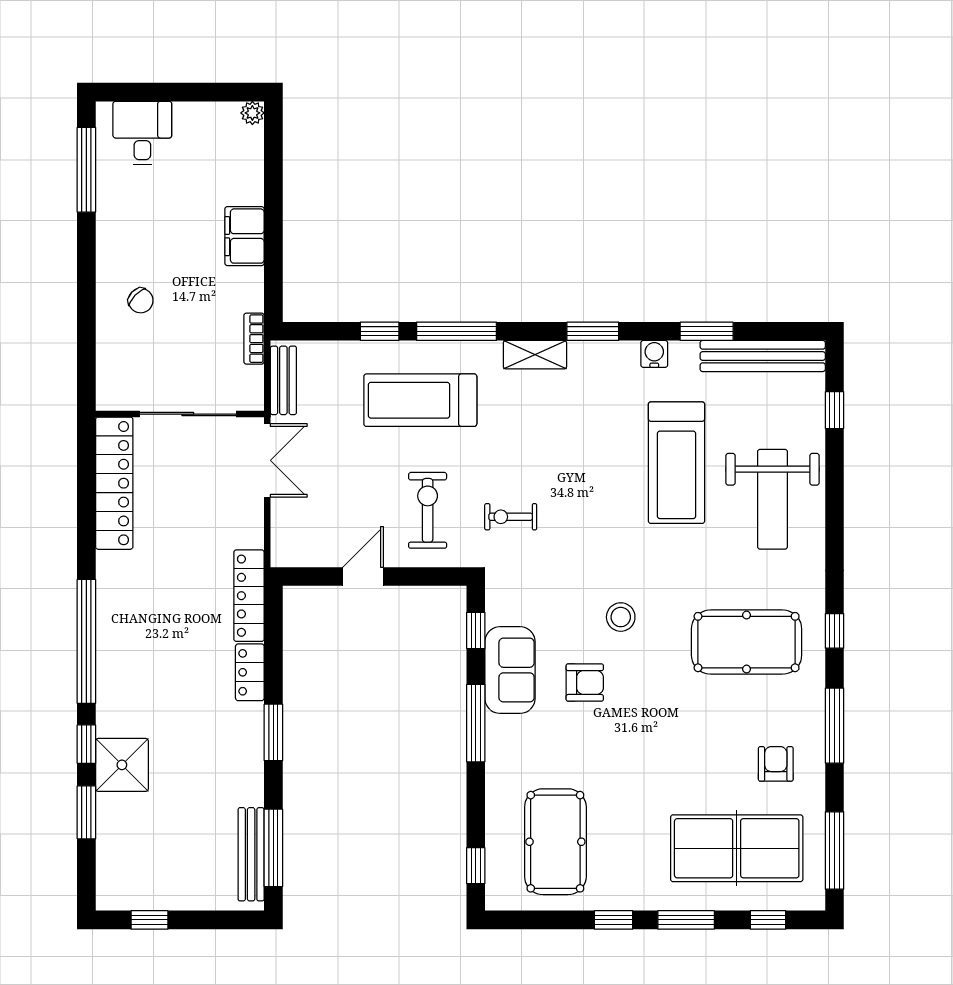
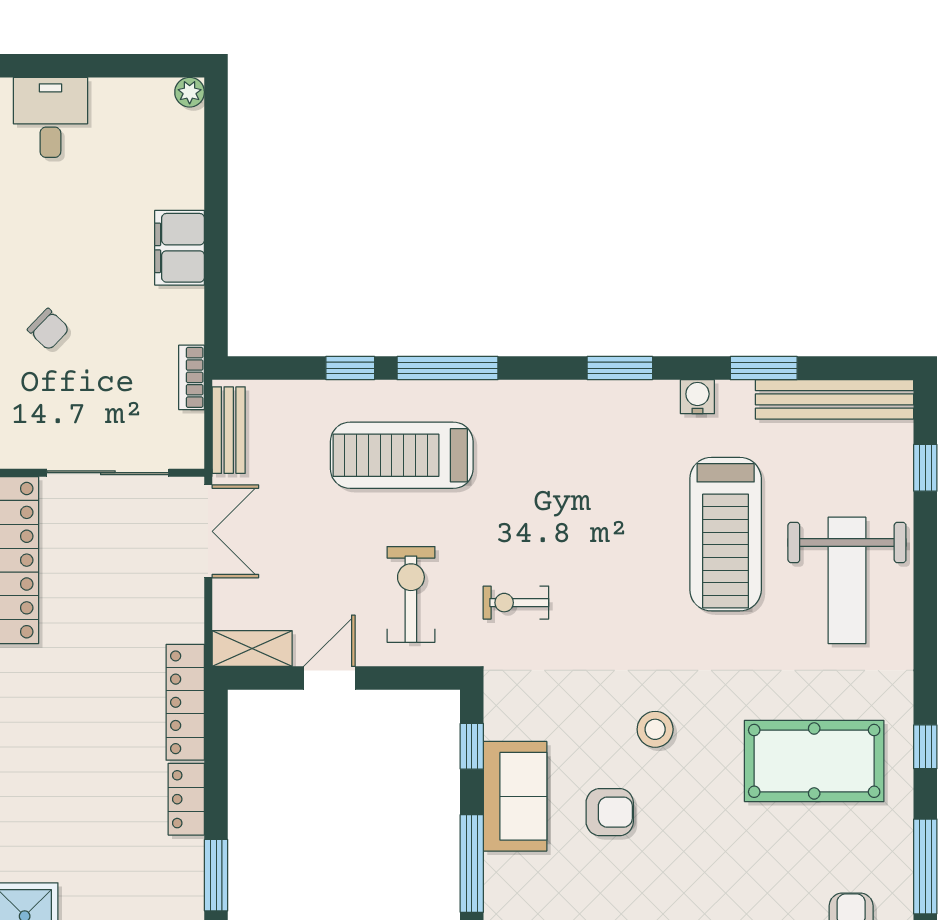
shelving: (535, 355) -> (252, 649), moved

